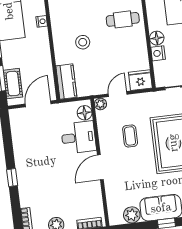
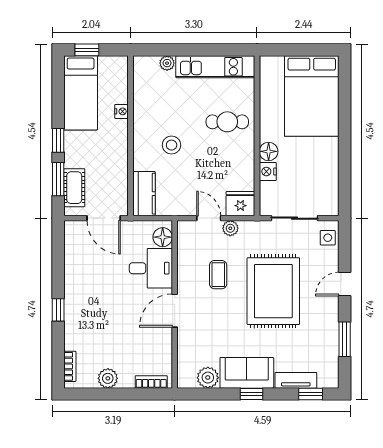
door: (118, 94) -> (209, 218), hinge flipped
door: (38, 104) -> (104, 218), swing flipped
plant: (100, 104) -> (230, 228), moved

